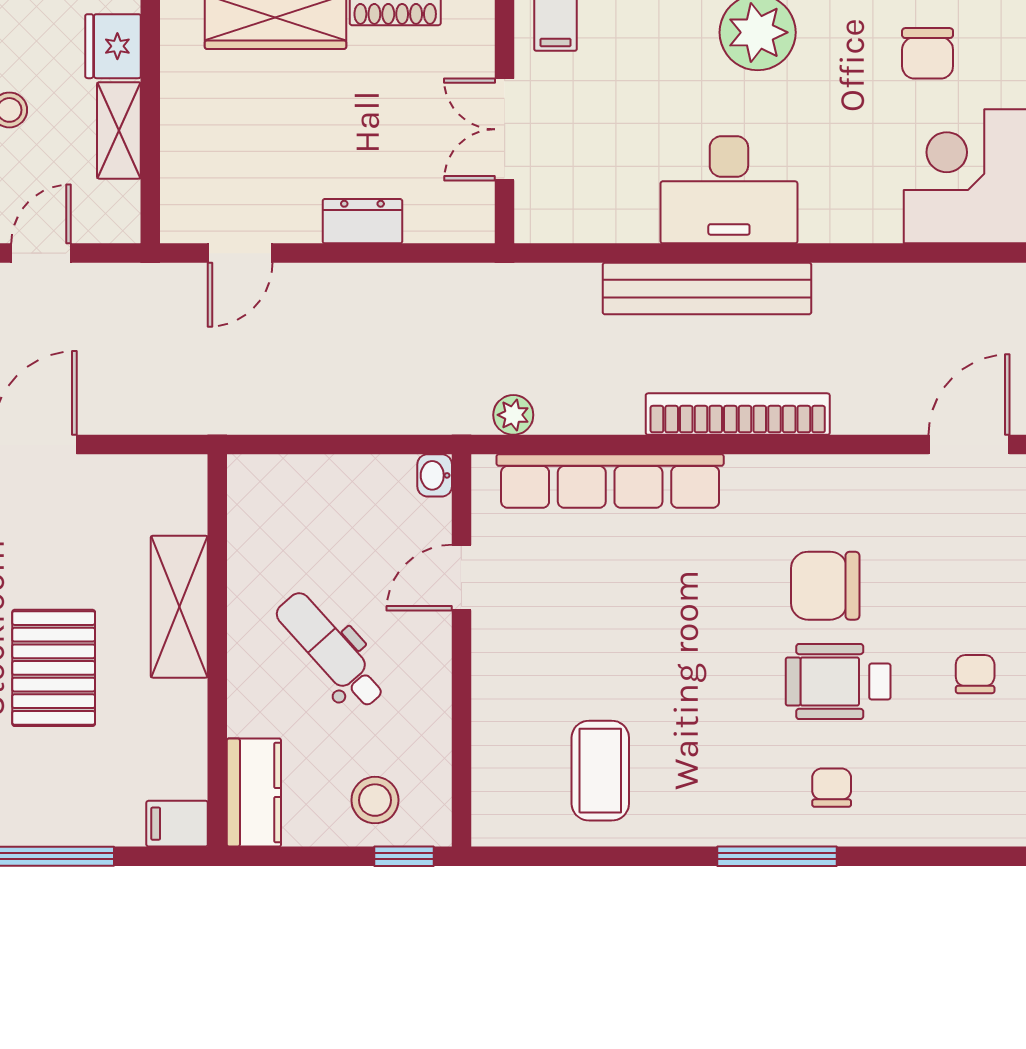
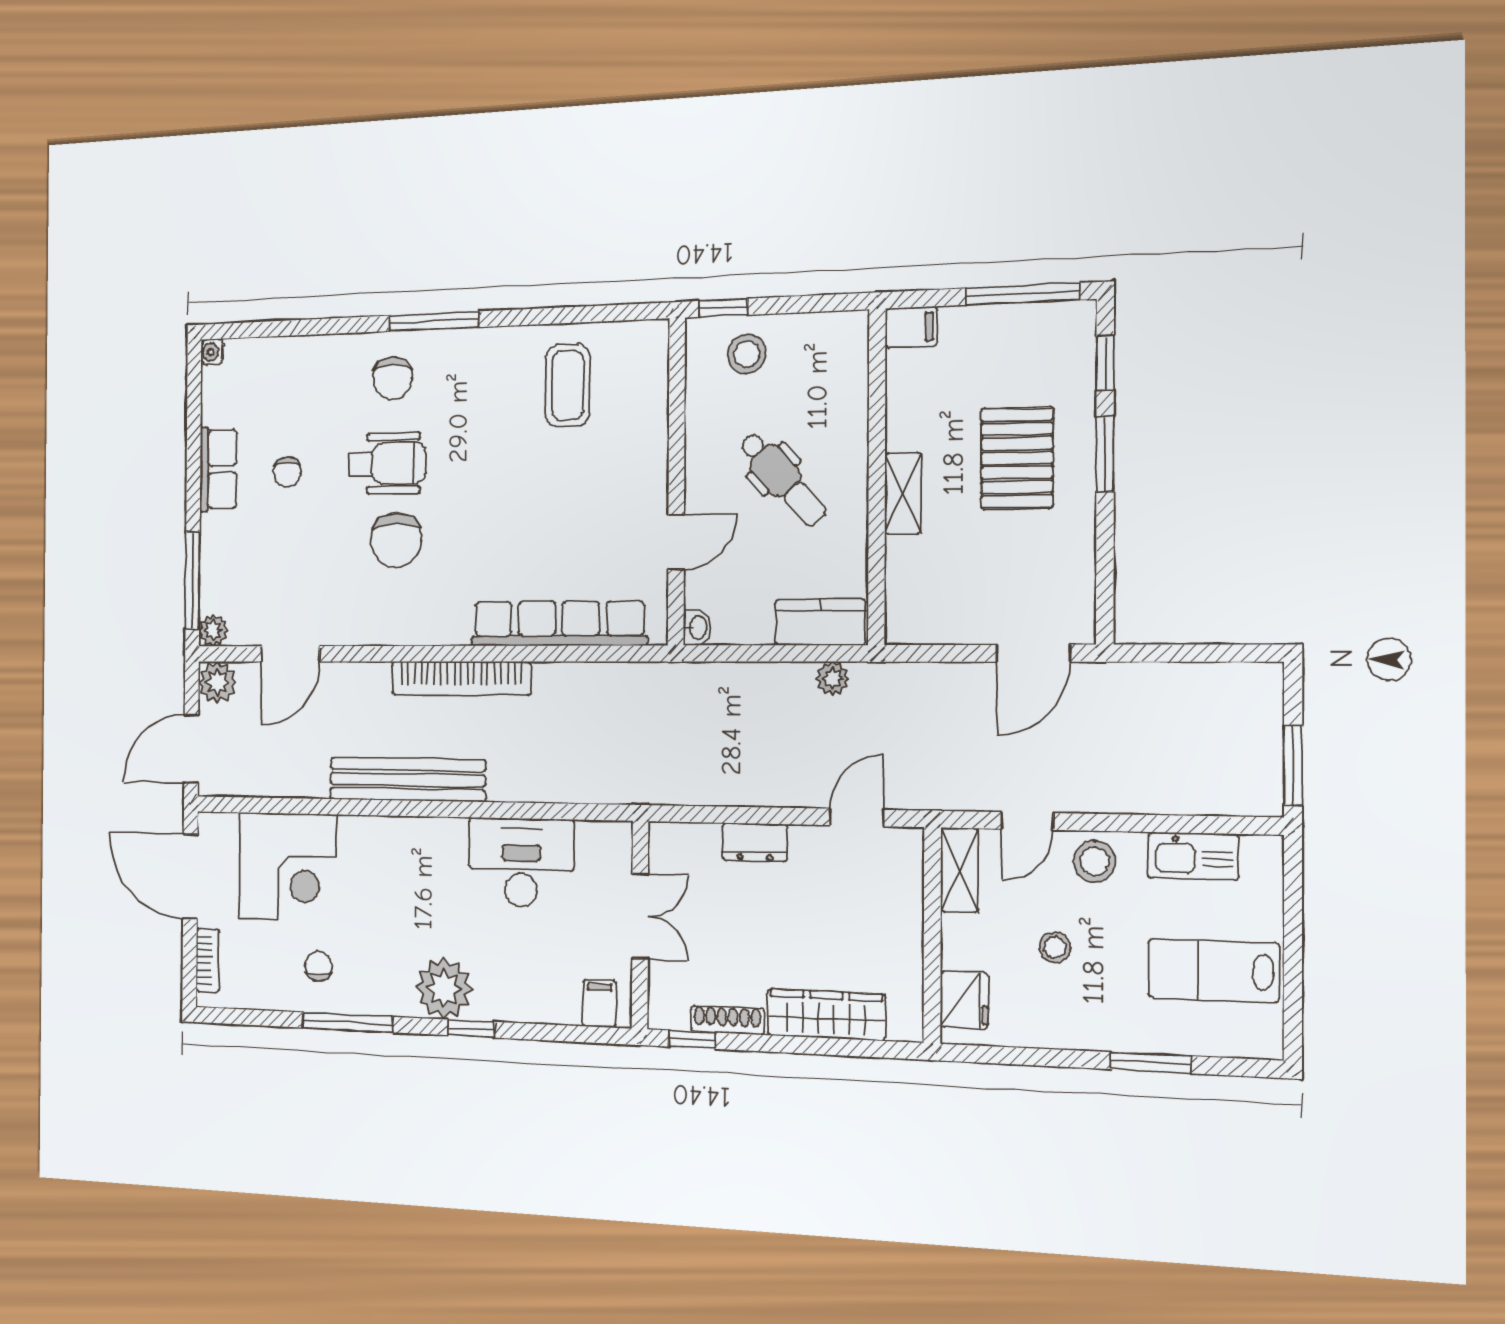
chair: (928, 53) -> (318, 966), width x0.73, depth x0.73
shelving: (119, 130) -> (959, 870), moved
desk: (729, 190) -> (521, 863), moved
bench: (707, 289) -> (407, 780), moved
plant: (513, 415) -> (832, 679), moved
chair: (825, 586) -> (396, 540), turned 90
shelving: (179, 607) -> (903, 493), width x0.67, depth x0.75
chair: (832, 788) -> (393, 378), width x1.37, depth x1.37
kitchen counter: (254, 793) -> (820, 622), moved, turned 90

